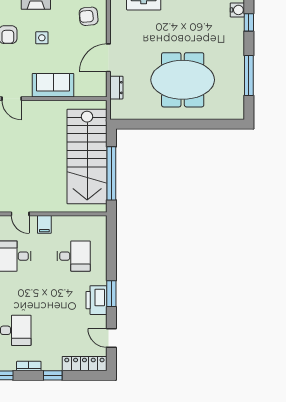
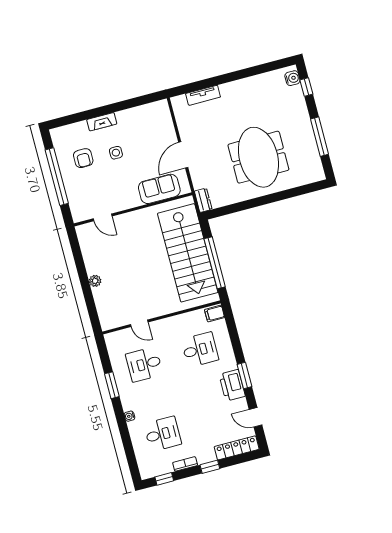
armchair: (89, 16) -> (154, 121), removed
meeting table: (183, 80) -> (258, 157), turned 90
sofa: (53, 85) -> (159, 189), moved
dresser: (116, 88) -> (203, 200), moved
filing cabinet: (44, 224) -> (215, 314), moved, turned 90

